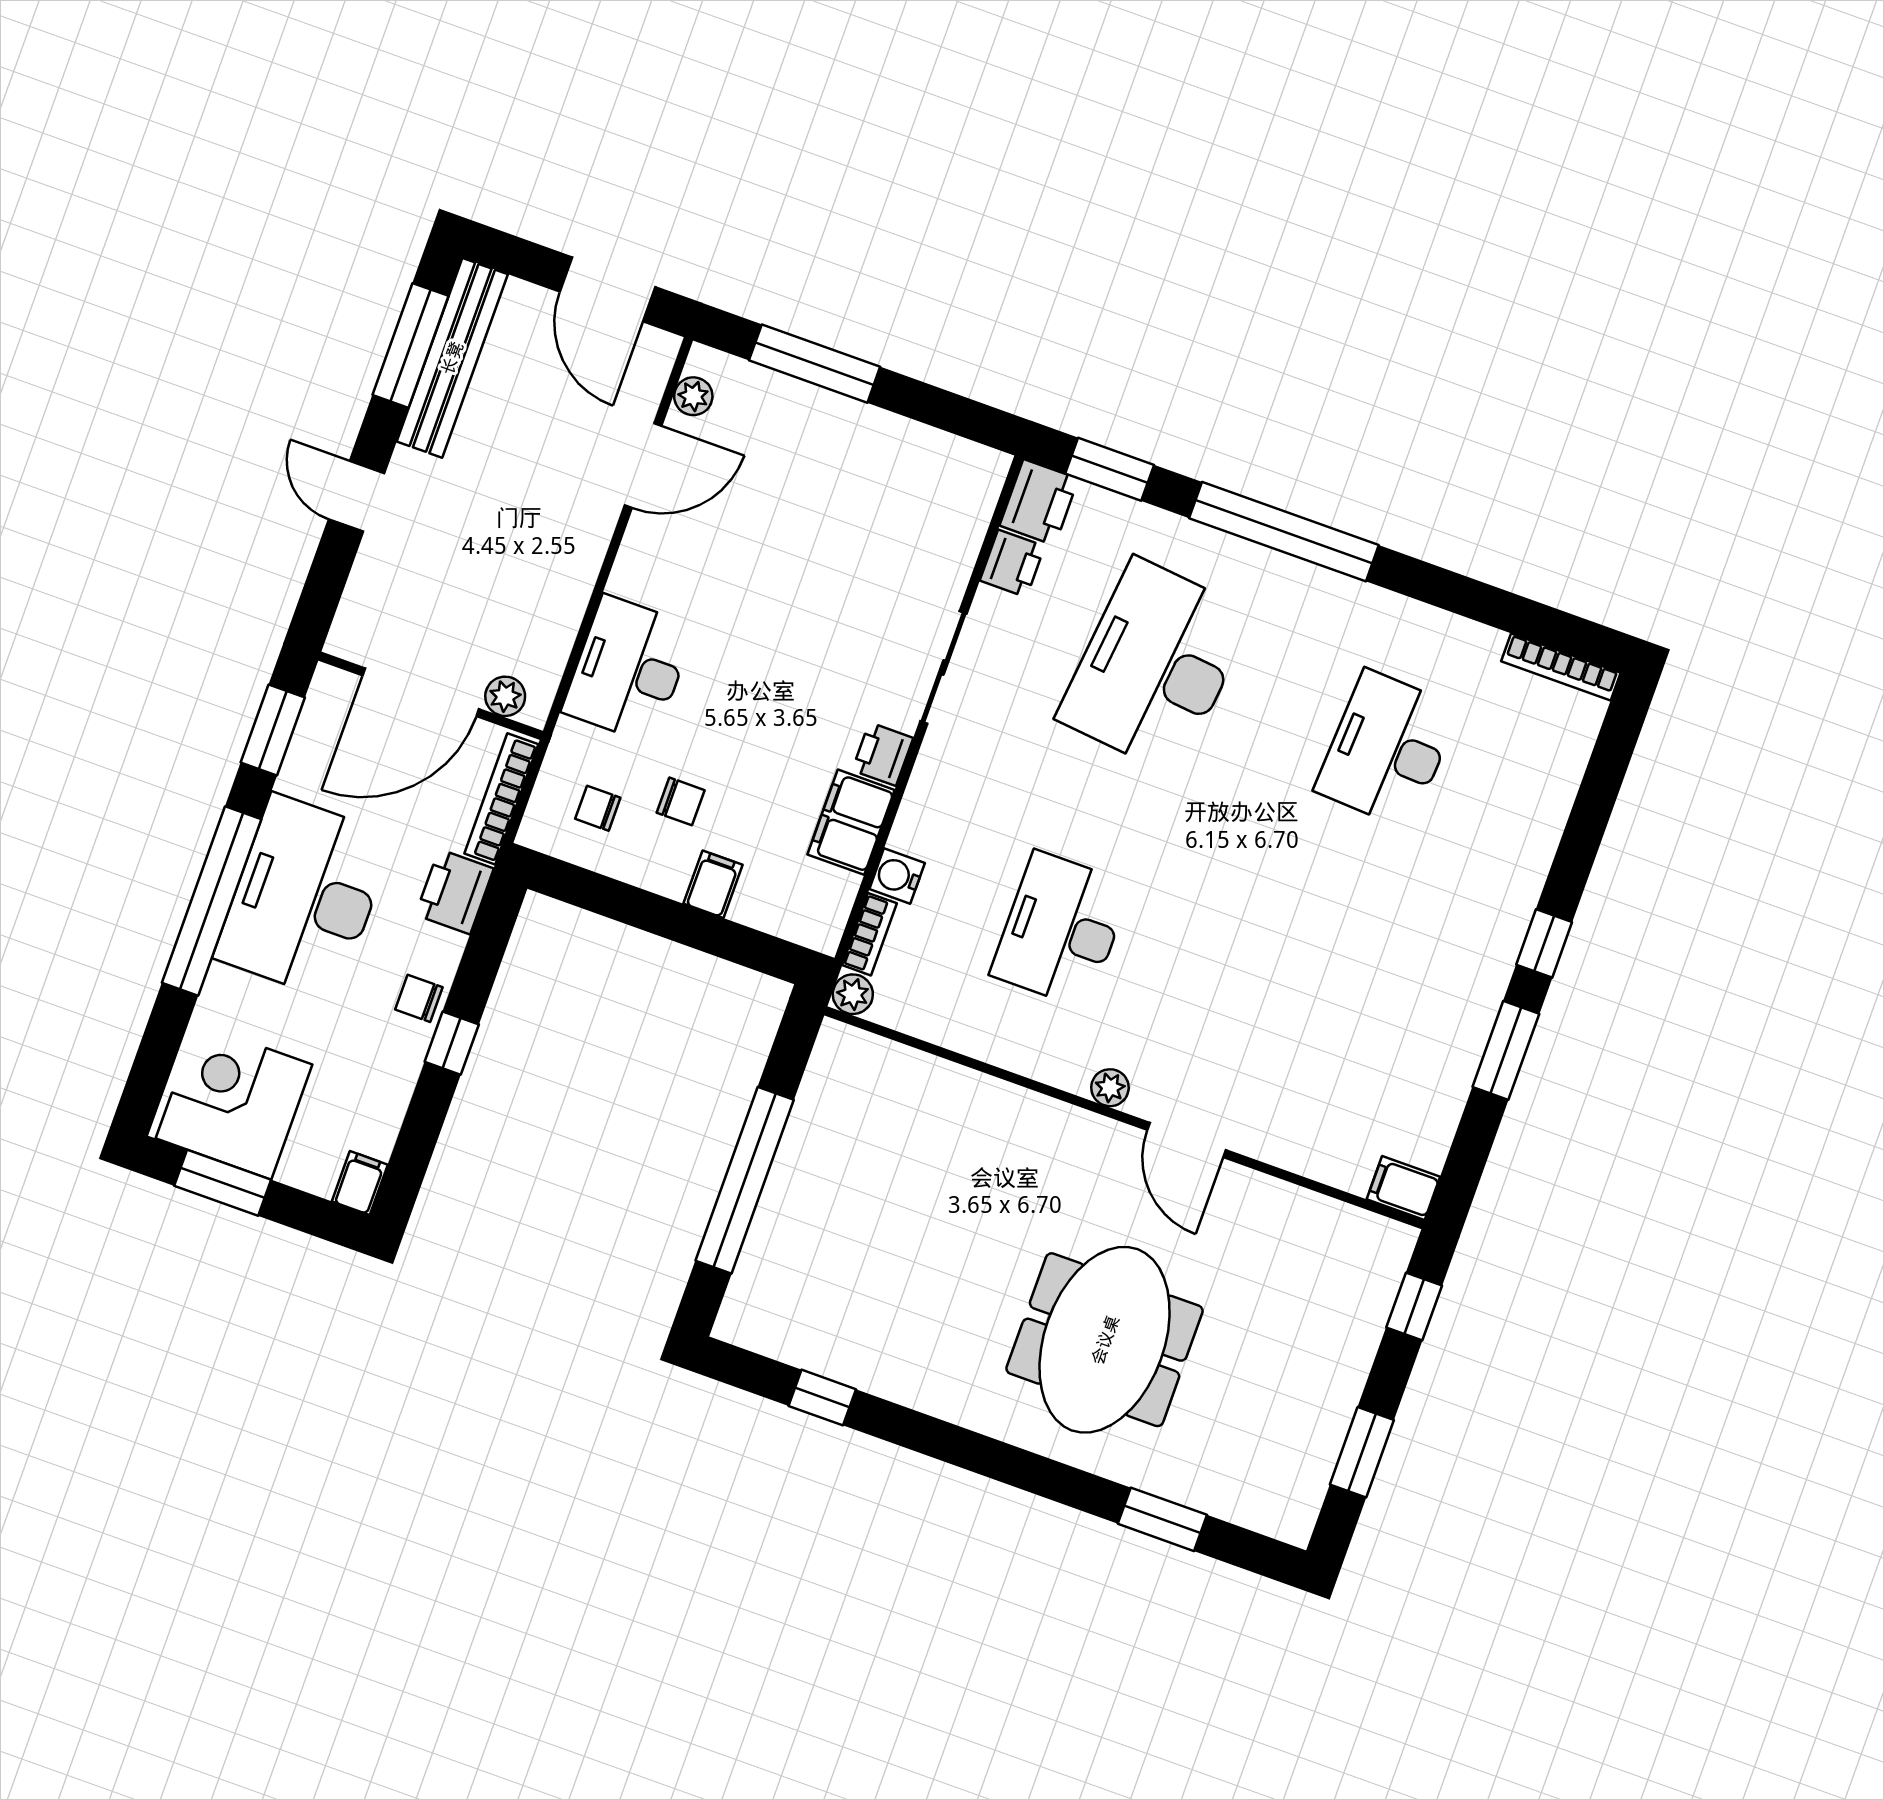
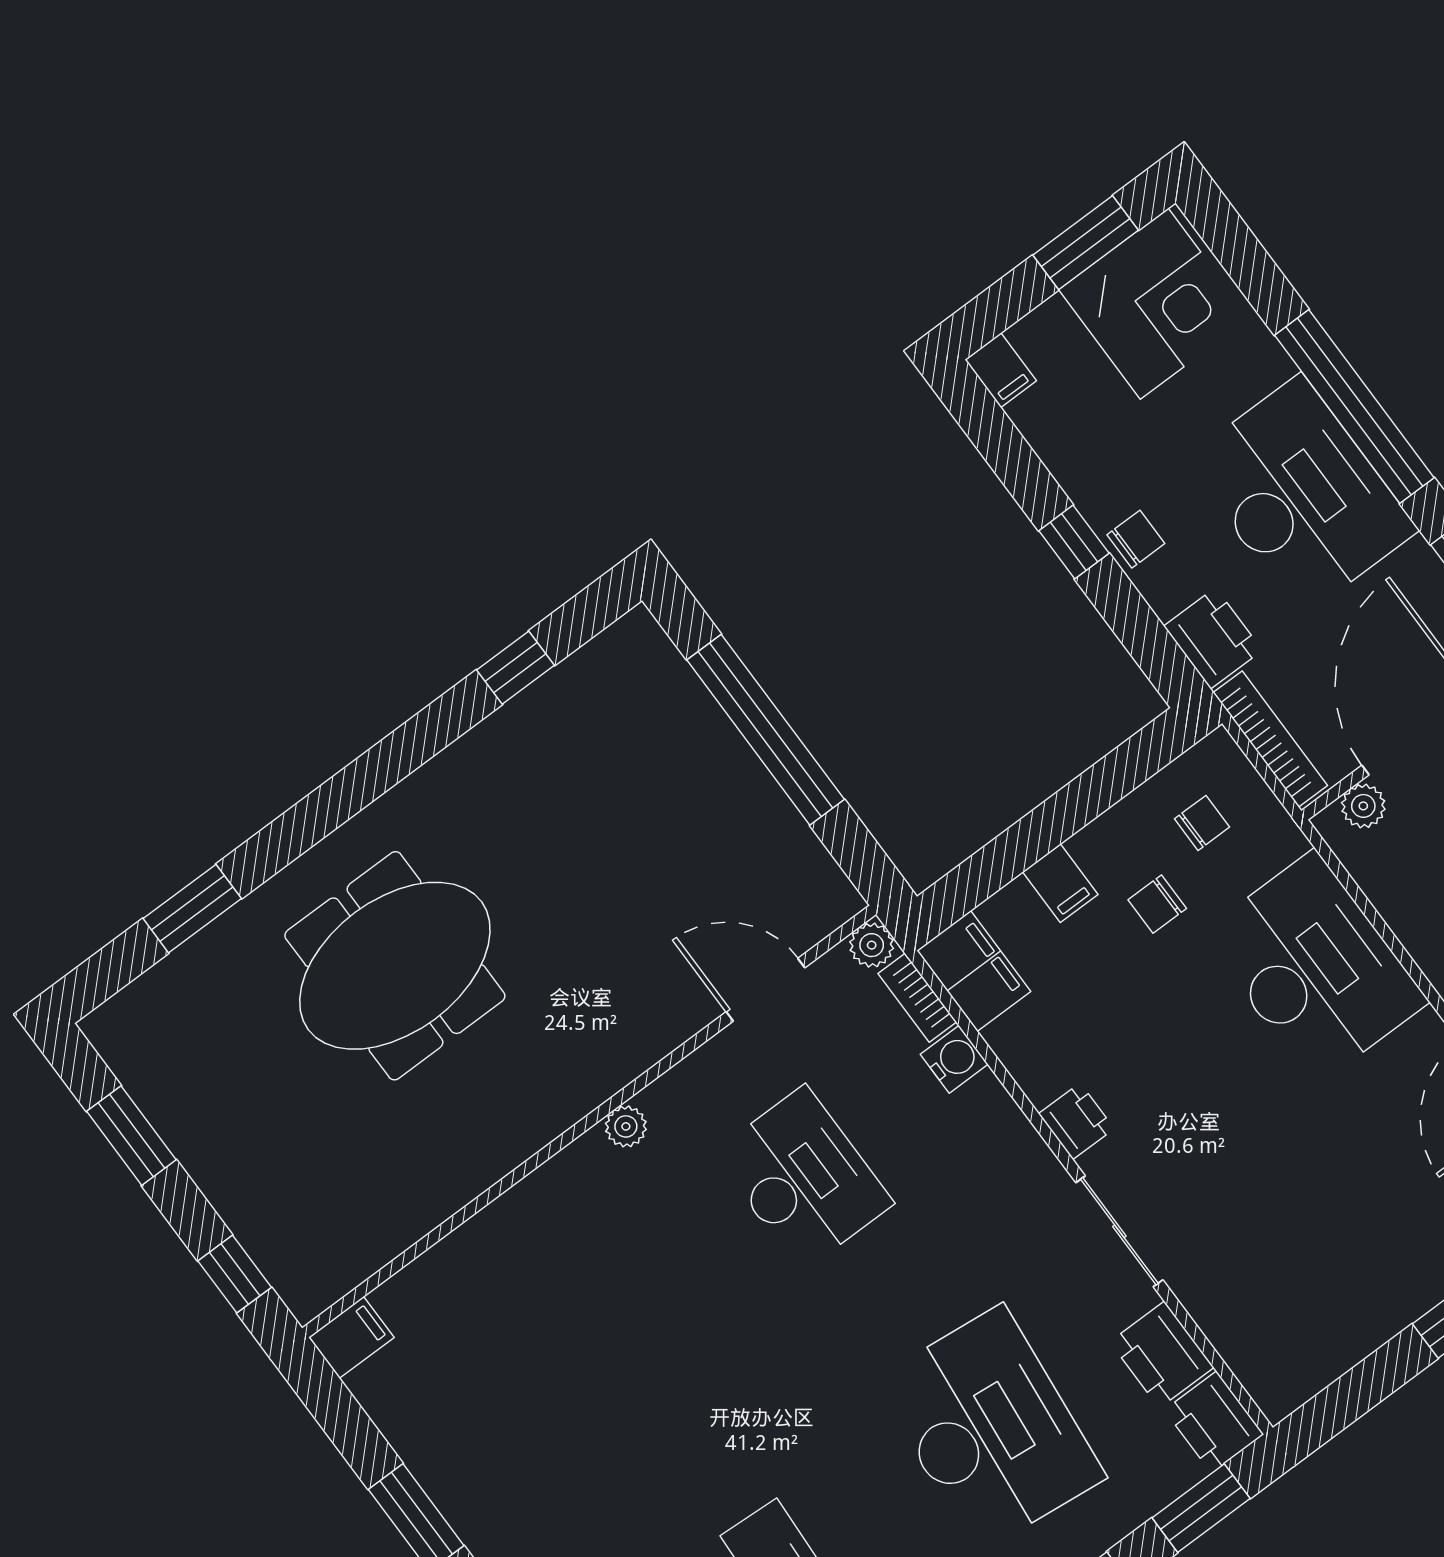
printer: (1012, 563) -> (1162, 1355), width x1.36, depth x1.24
desk: (628, 669) -> (1315, 968), width x1.36, depth x1.30
filing cabinet: (851, 822) -> (974, 971), moved
door: (1186, 1140) -> (766, 990), moved
meeting table: (1105, 1340) -> (395, 966), turned 90

